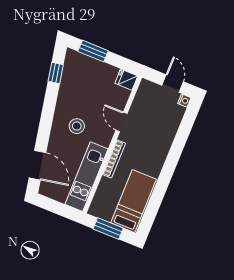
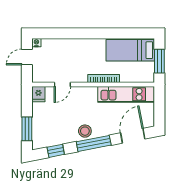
window: (47, 118) -> (94, 143), added
door: (122, 122) -> (62, 84), moved
stool: (77, 126) -> (85, 131), moved

